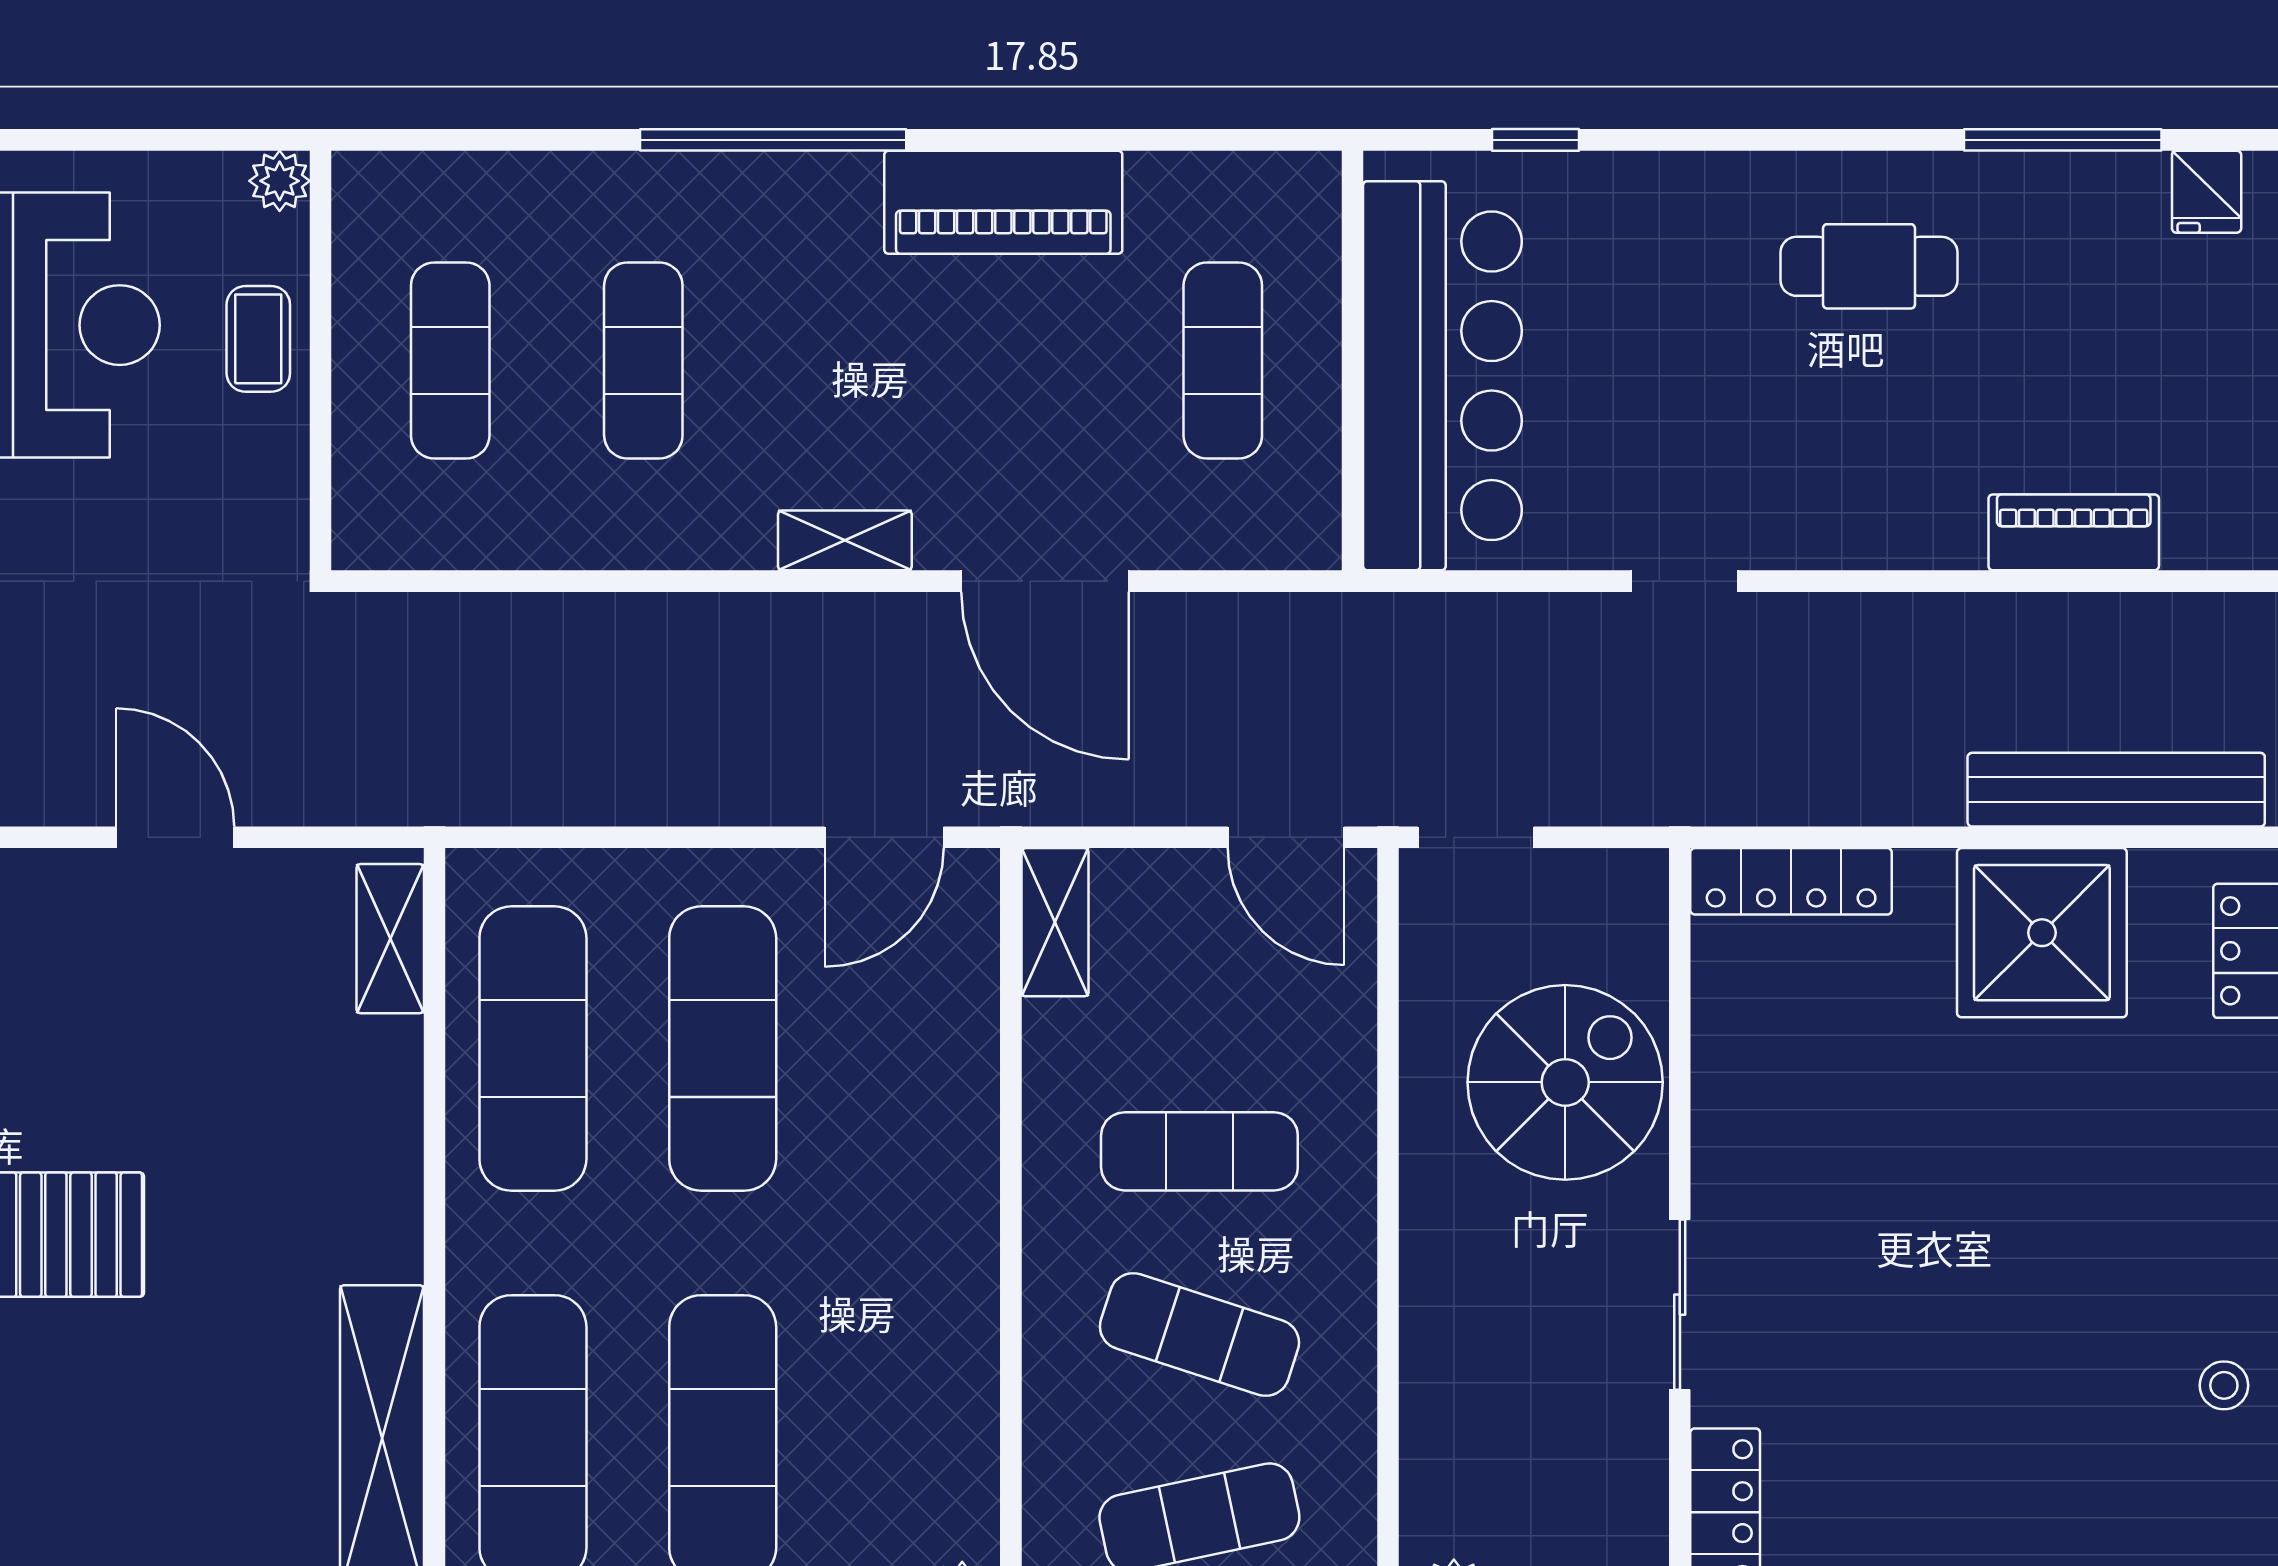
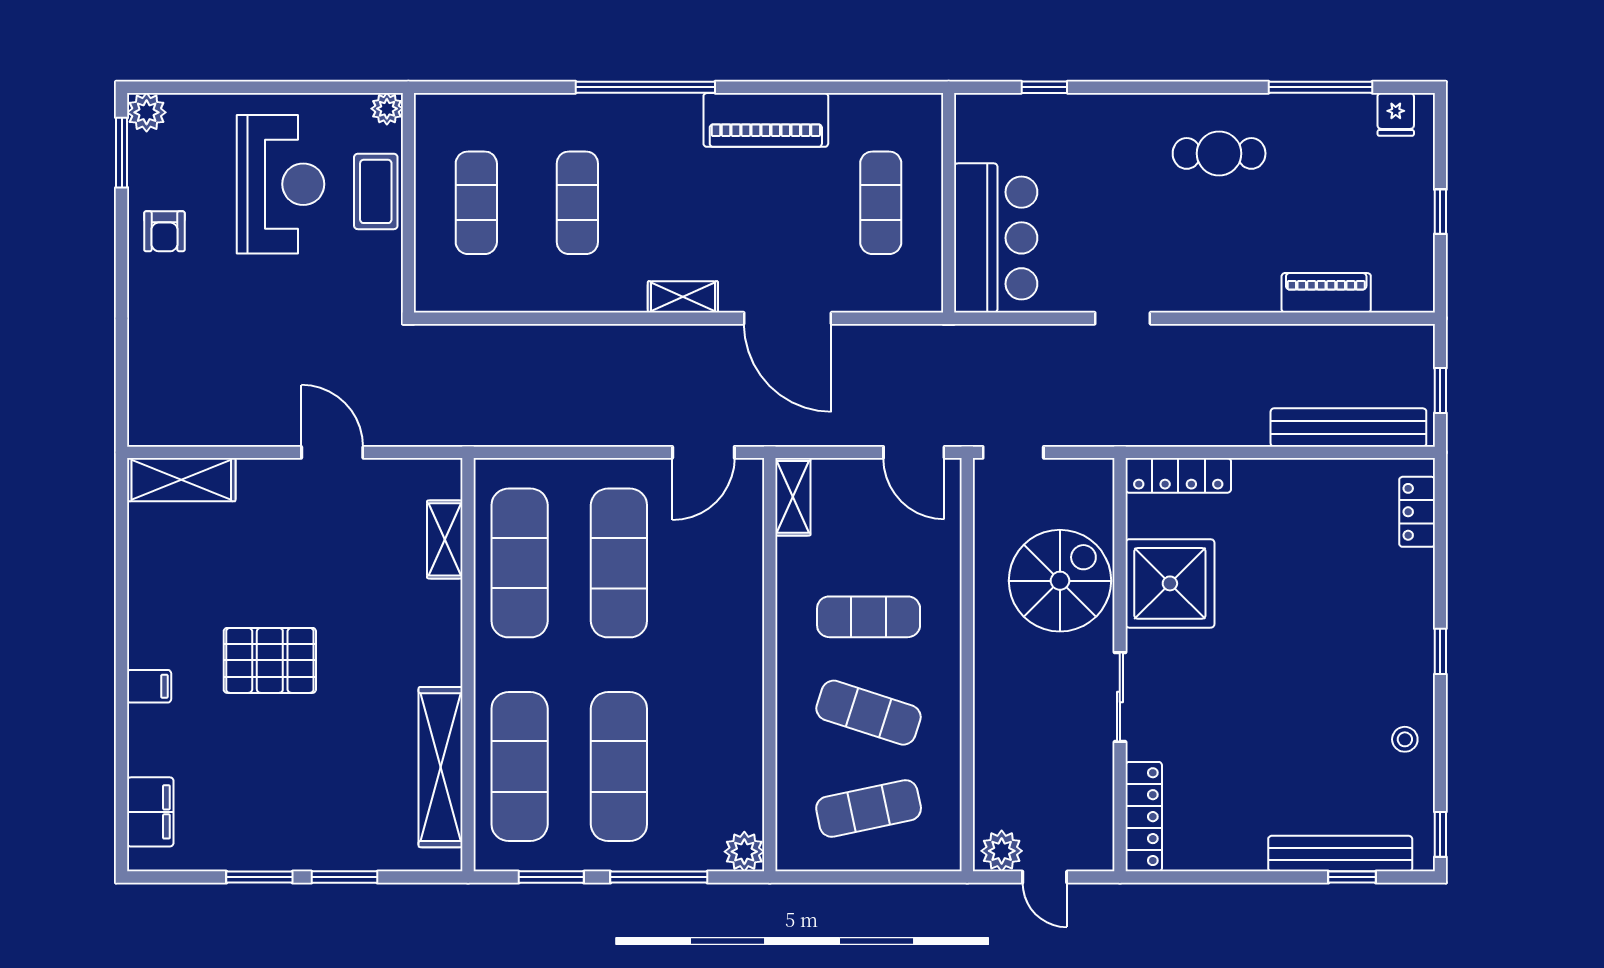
coffee table: (258, 339) -> (376, 191), width x1.36, depth x1.30
bar counter: (1442, 376) -> (996, 238), width x0.73
shower: (2042, 933) -> (1170, 583), moved
shelving: (390, 939) -> (445, 539), moved

